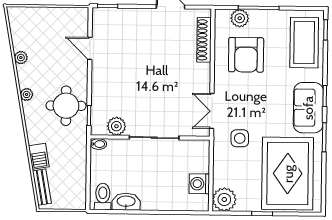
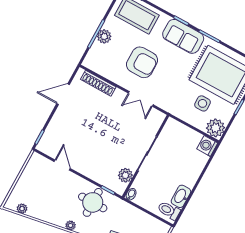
plant: (240, 18) -> (104, 36), moved
door: (90, 48) -> (62, 165), swing flipped
armchair: (246, 55) -> (142, 62), moved
plant: (21, 58) -> (22, 209), moved
double door: (212, 111) -> (141, 99), moved
side table: (240, 138) -> (202, 103), moved
washing machine: (199, 184) -> (207, 146), moved, turned 90

